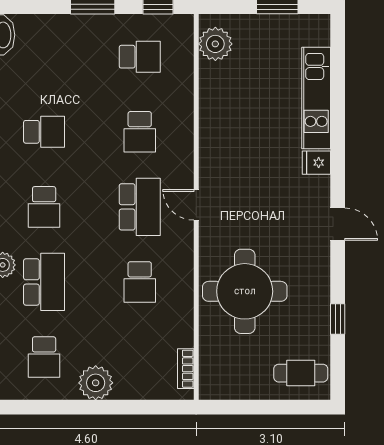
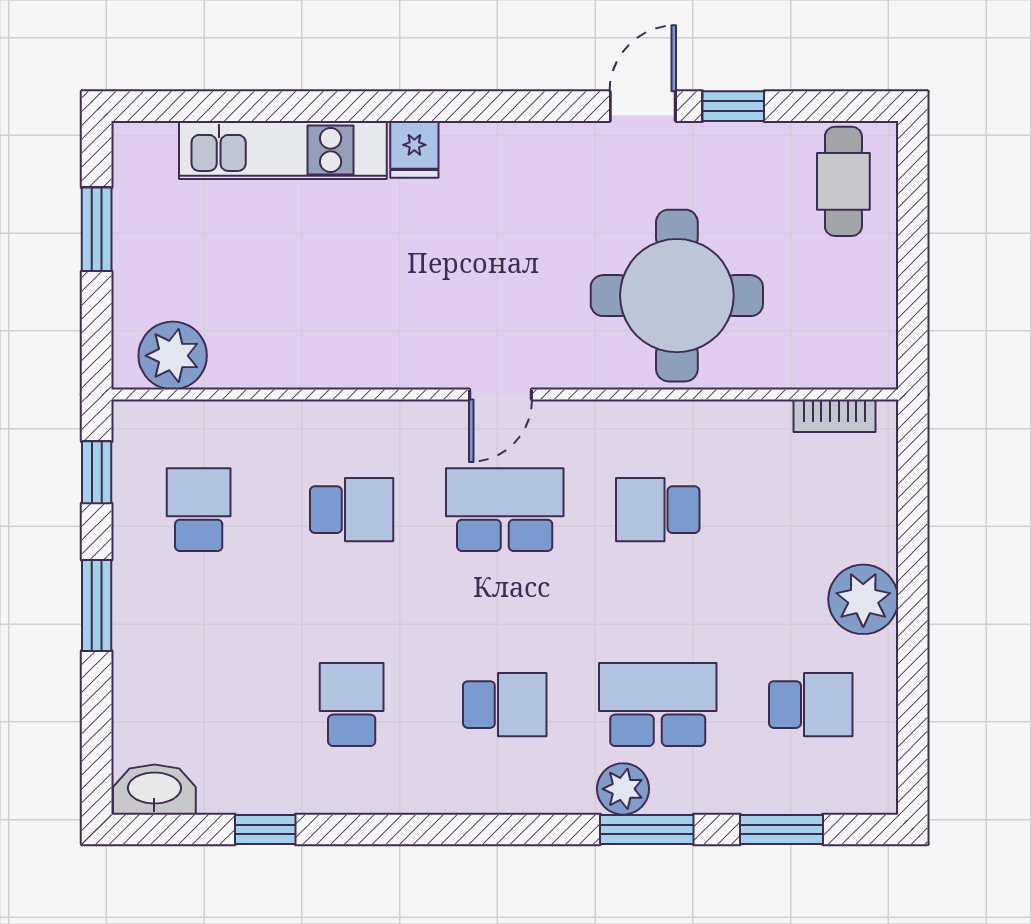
door: (338, 224) -> (643, 106), moved
school desk: (140, 282) -> (658, 510), turned 180

